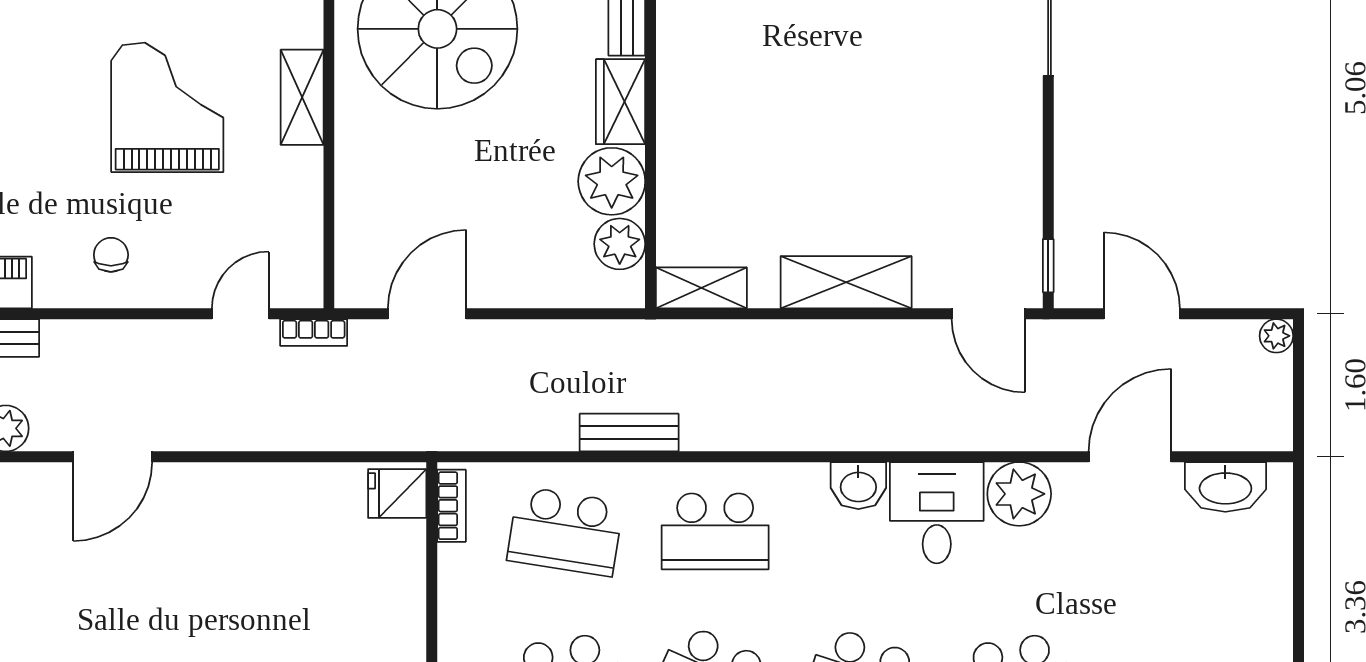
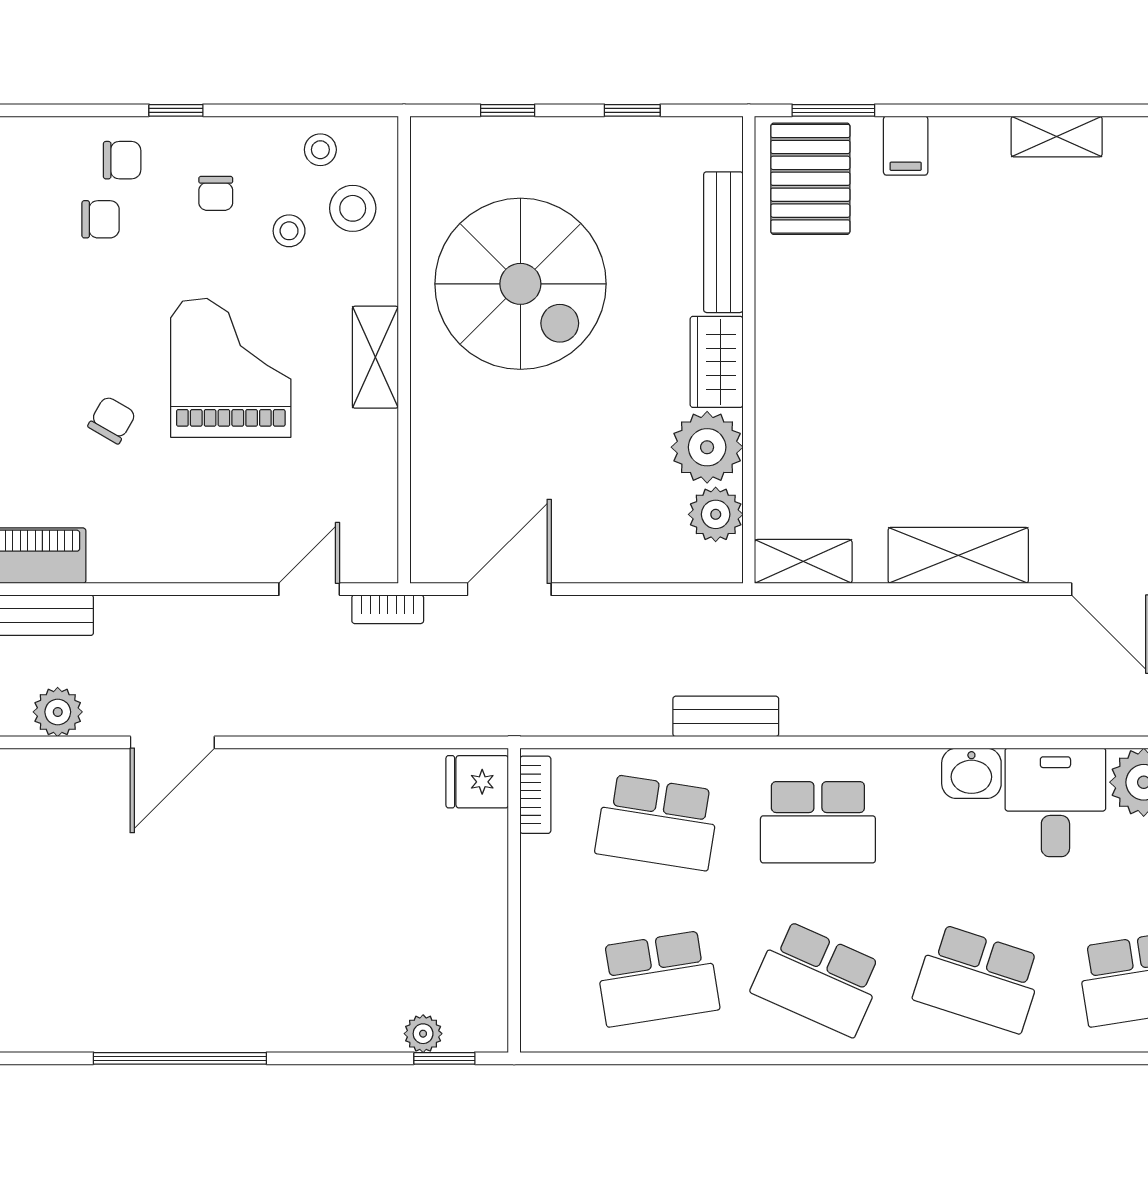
chair: (111, 255) -> (112, 420), moved, turned 30

